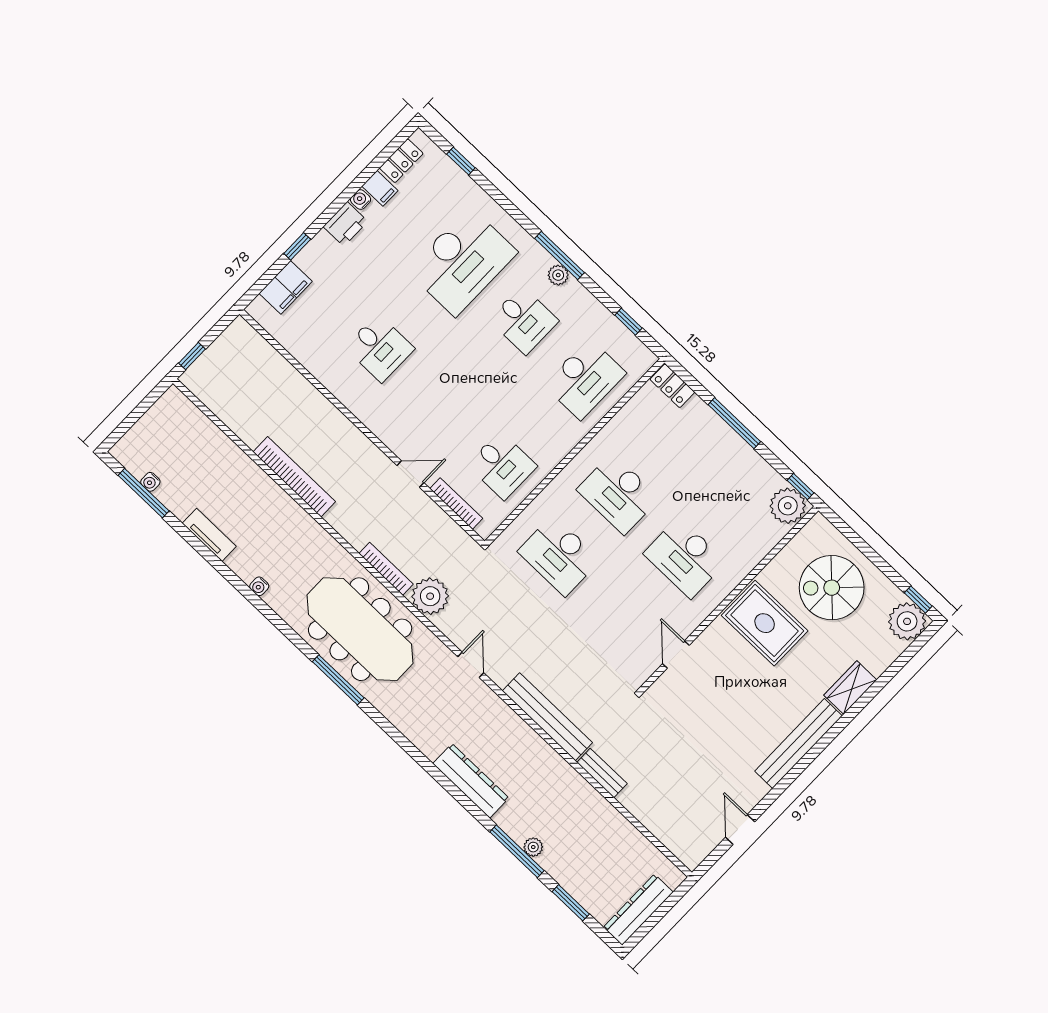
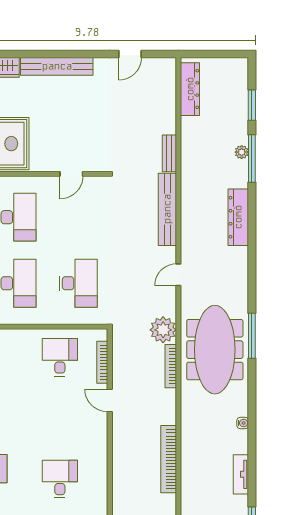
dresser: (638, 910) -> (190, 89), moved, turned -90

